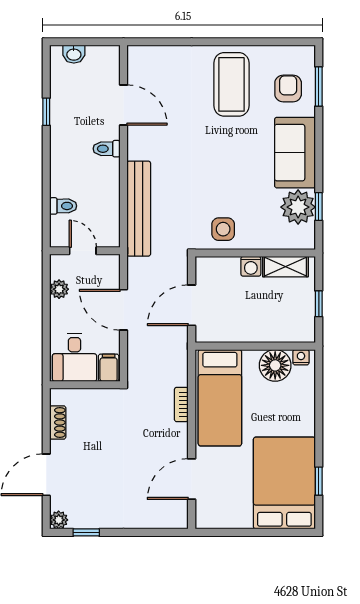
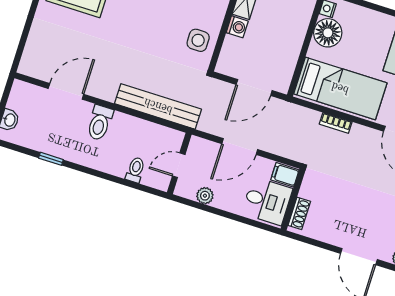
toilet: (107, 149) -> (100, 123), width x1.37, depth x1.39
door: (192, 305) -> (254, 88), hinge flipped
shoe rack: (58, 422) -> (299, 213), moved, turned 90

